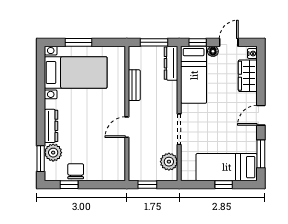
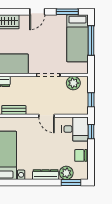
door: (261, 115) -> (37, 12), hinge flipped
desk: (110, 164) -> (75, 129), added
window: (69, 185) -> (91, 132), moved
window: (224, 185) -> (91, 41), width x2.17

